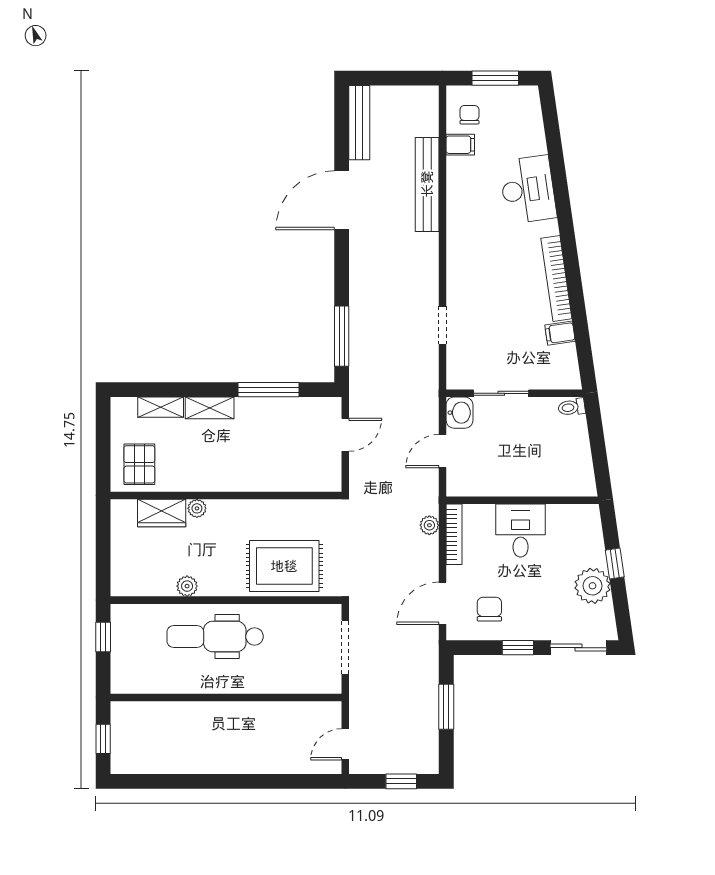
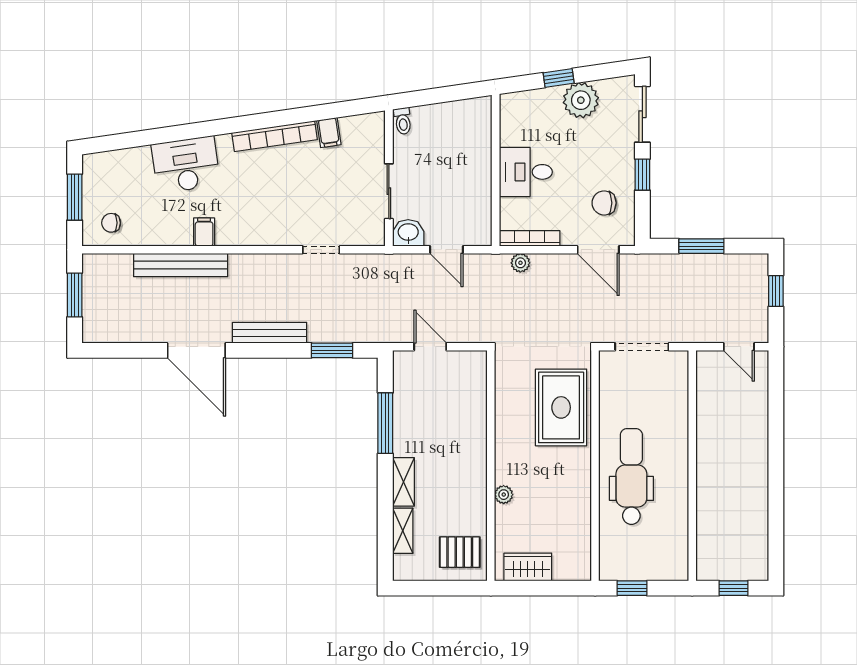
window: (397, 78) -> (75, 295), added
bench: (359, 123) -> (270, 333), moved
filing cabinet: (460, 145) -> (204, 232), moved
window: (342, 336) -> (332, 350), width x0.69
wardrobe: (162, 513) -> (528, 567), moved, turned -90
plant: (187, 586) -> (581, 504), removed
dental chair: (215, 636) -> (631, 476), turned 180

